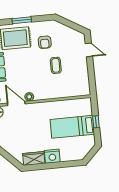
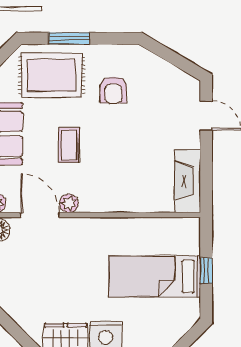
coffee table: (56, 65) -> (69, 145), moved
fireplace: (83, 81) -> (187, 181), added

